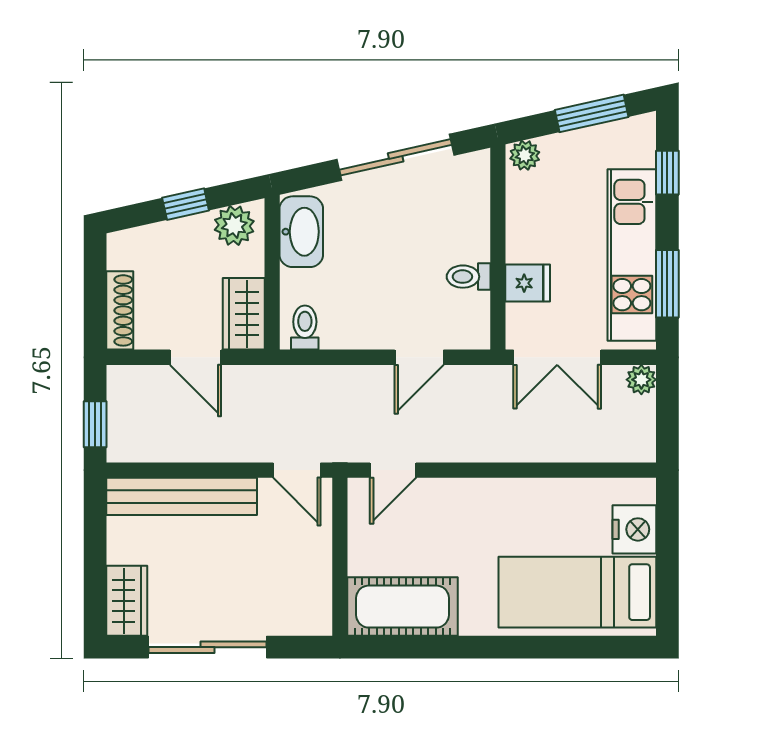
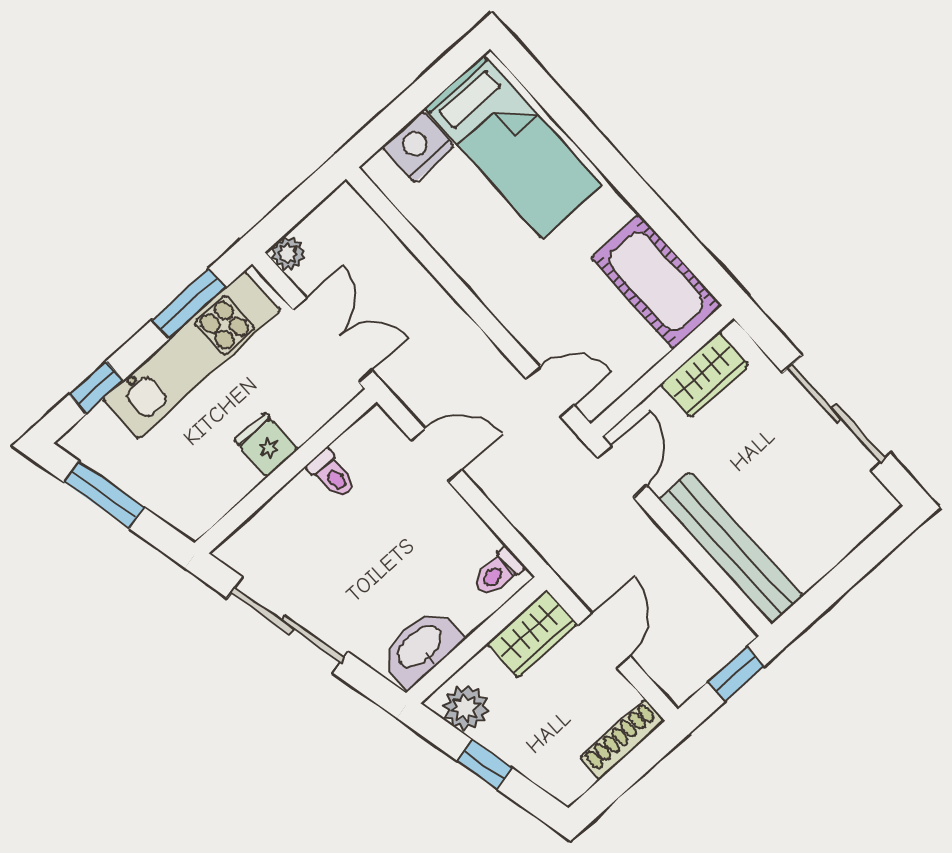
plant: (525, 155) -> (189, 519), removed
fridge: (528, 283) -> (266, 445), moved
wardrobe: (127, 601) -> (705, 375), moved, turned 180

